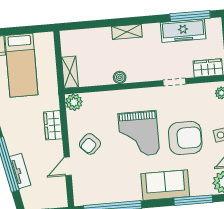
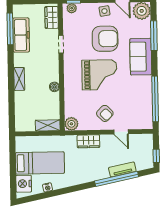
armchair: (185, 138) -> (105, 39), turned 90

